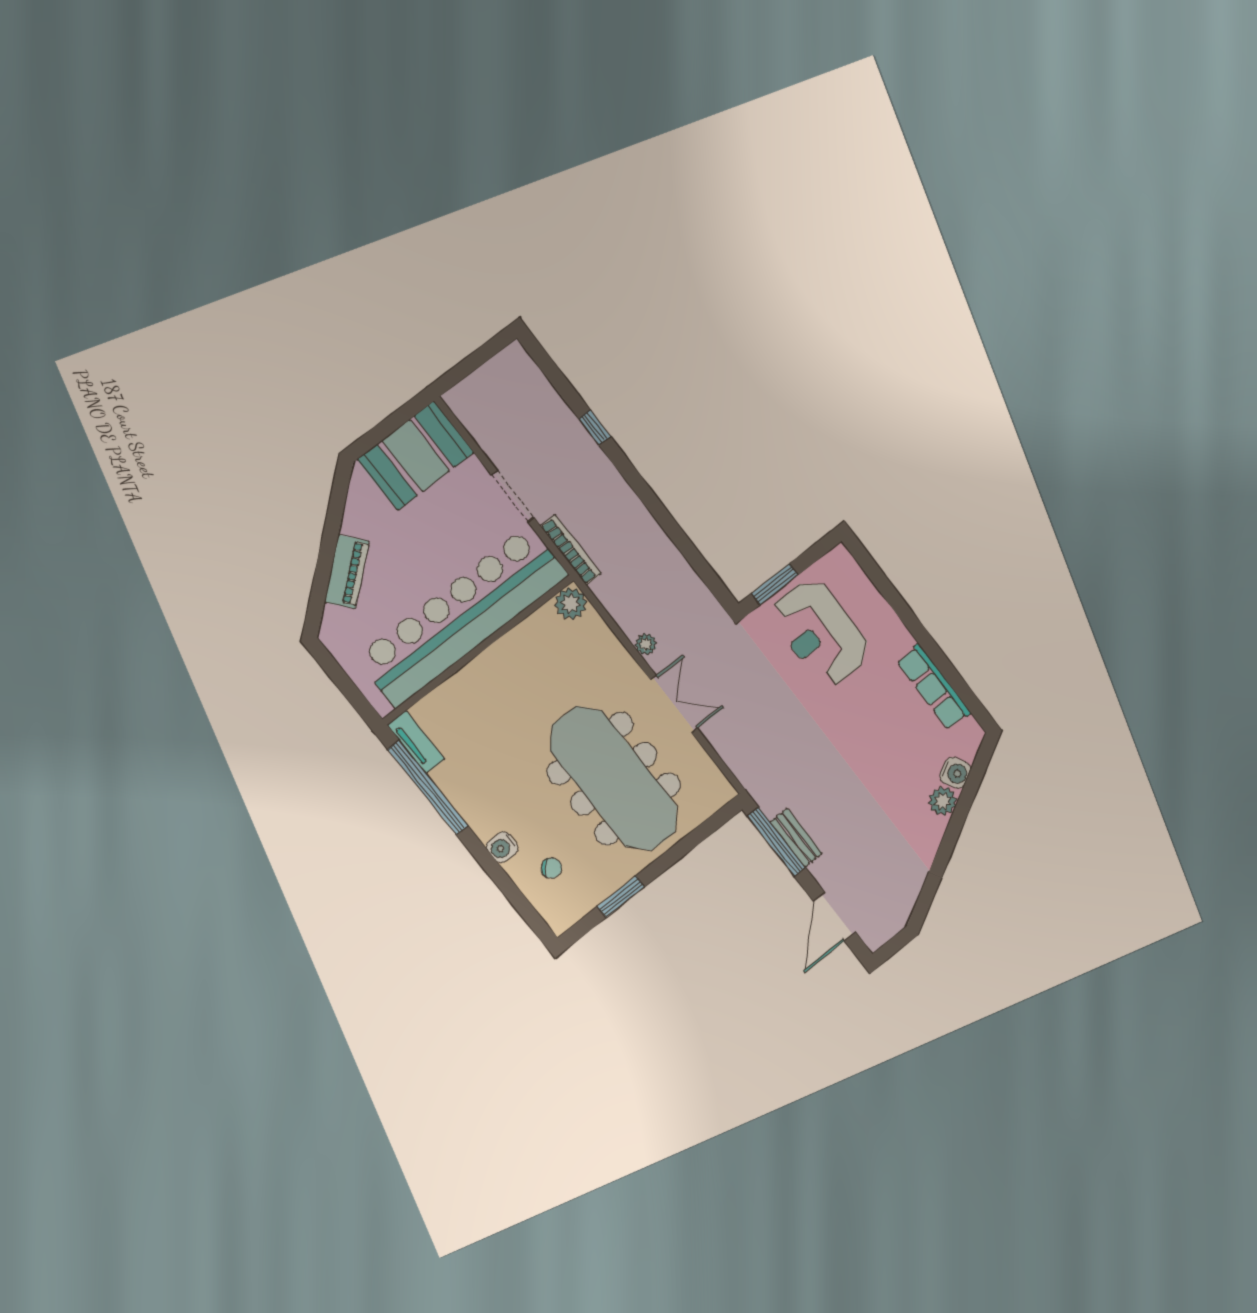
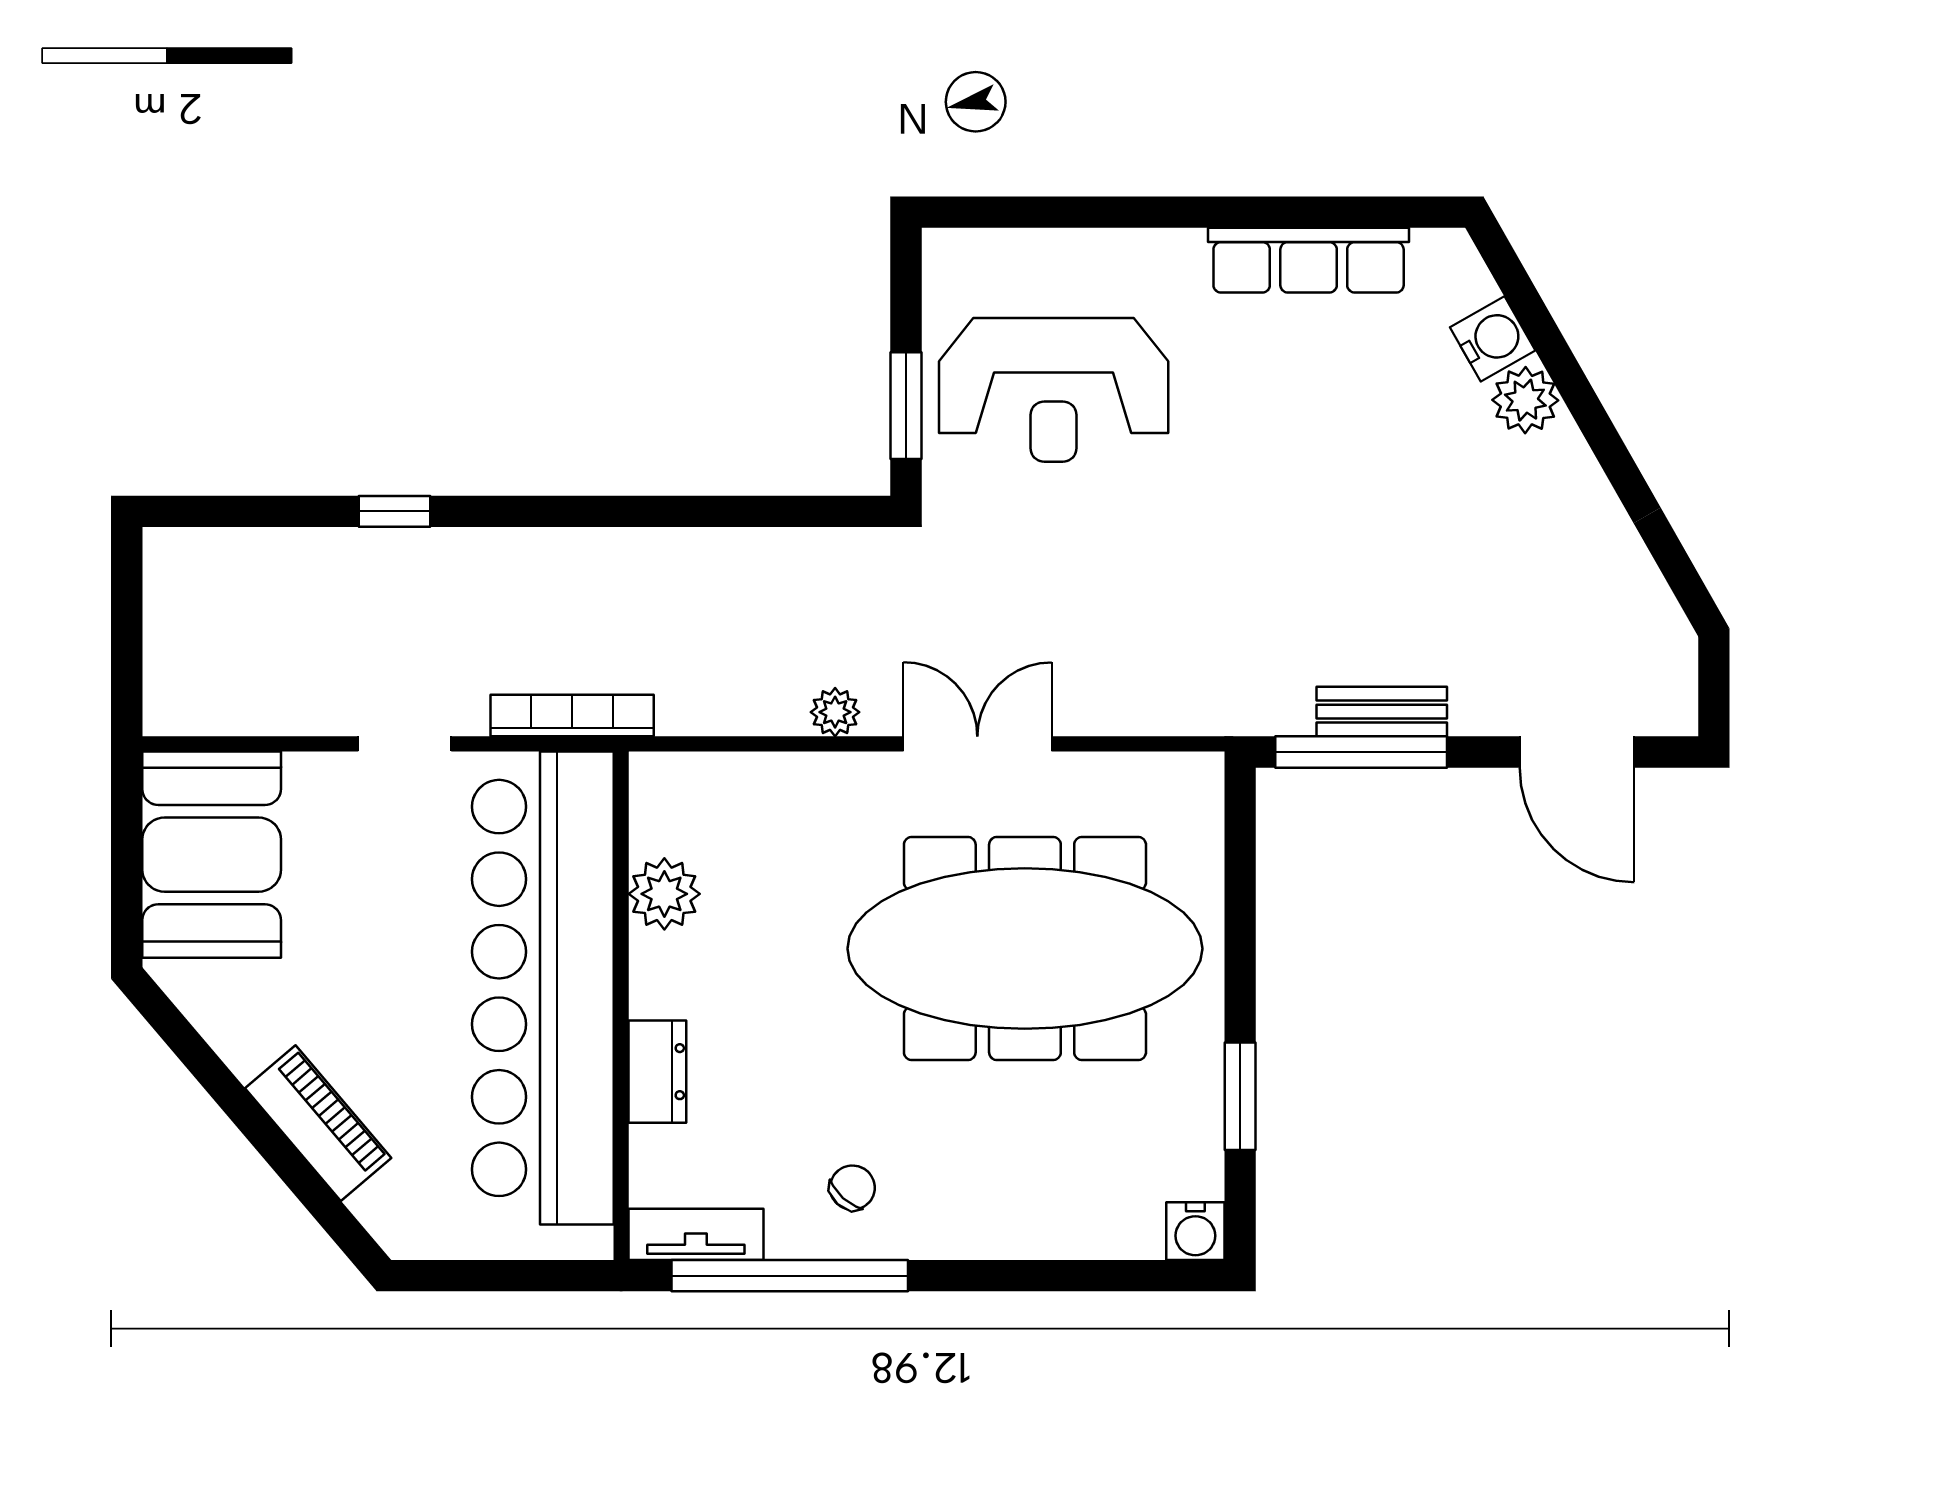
doorway: (513, 496) -> (405, 744), width x0.73
plant: (571, 603) -> (664, 894), moved
dresser: (465, 681) -> (657, 1072), added
water cooler: (502, 847) -> (1195, 1231), moved
chair: (551, 868) -> (852, 1188), moved

